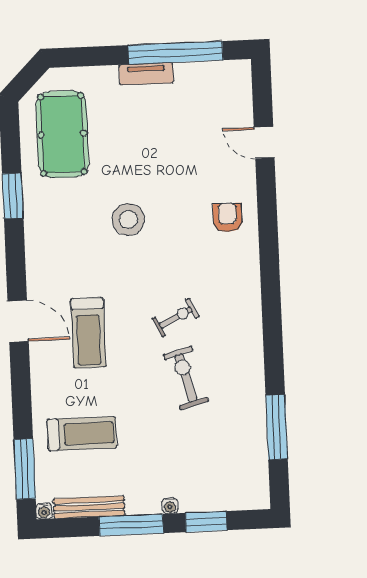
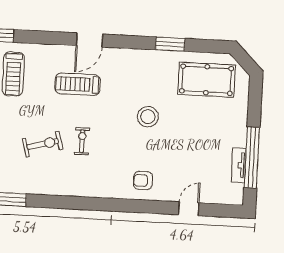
tv unit: (146, 74) -> (239, 165), moved
armchair: (227, 218) -> (143, 181), turned 180
exercise bike: (176, 318) -> (82, 141), turned -153

